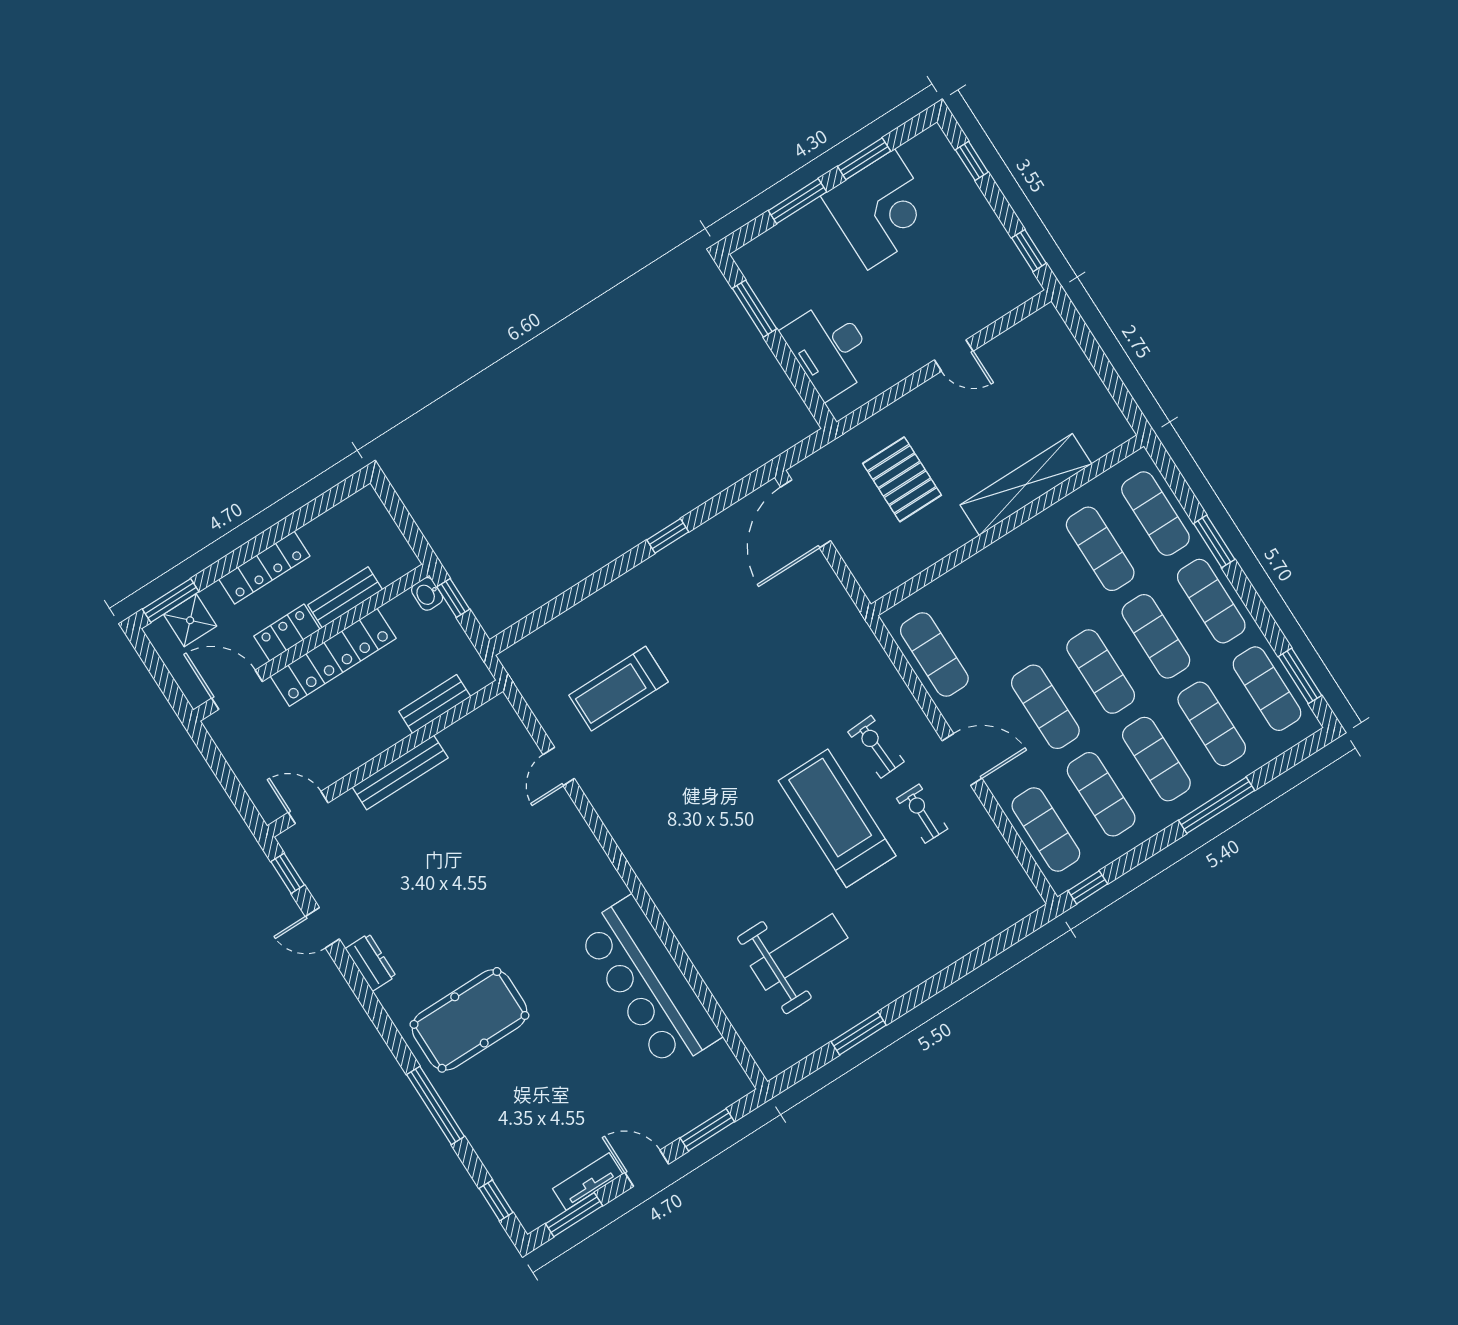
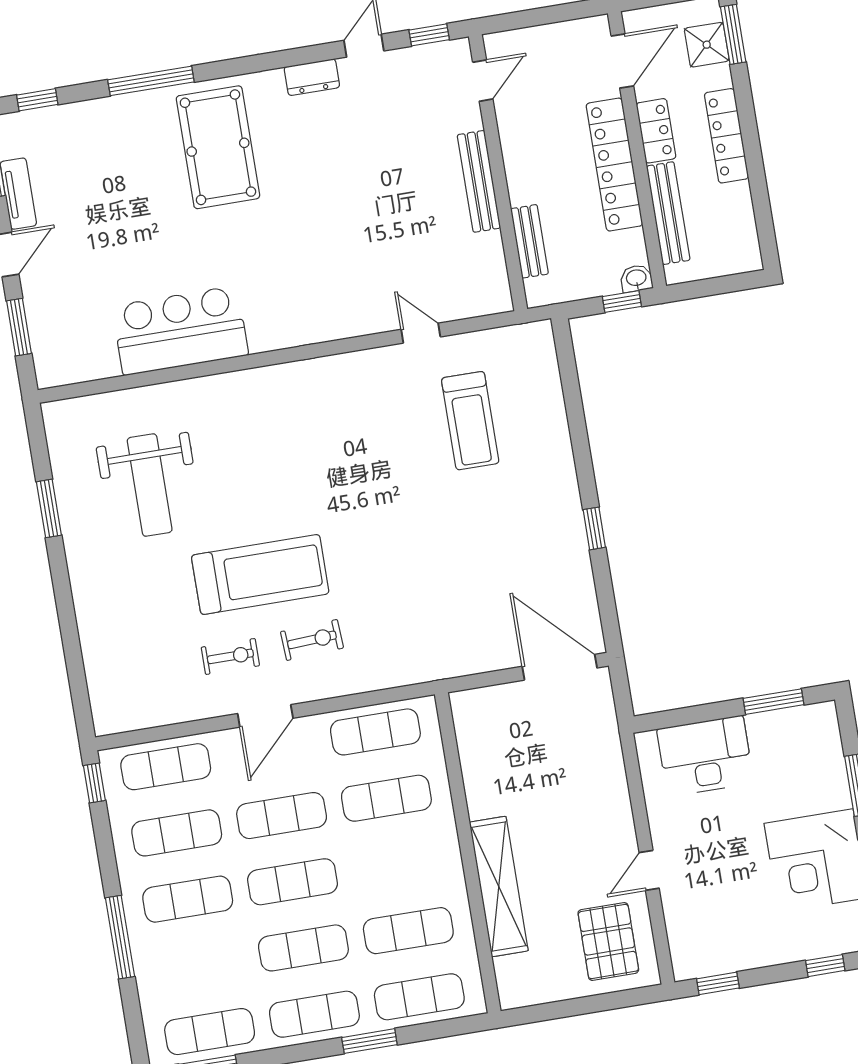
pallet: (902, 479) -> (608, 941), moved, turned 90
bench: (345, 597) -> (668, 213), width x1.36
treadmill: (618, 689) -> (470, 421), turned 180
exercise mat: (1212, 724) -> (386, 798), moved
bar counter: (649, 984) -> (180, 331), width x0.73

